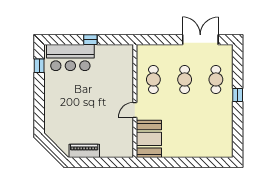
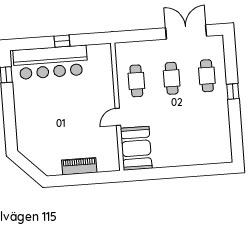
bar counter: (70, 58) -> (50, 62), width x1.36
piano: (84, 151) -> (79, 166), moved

